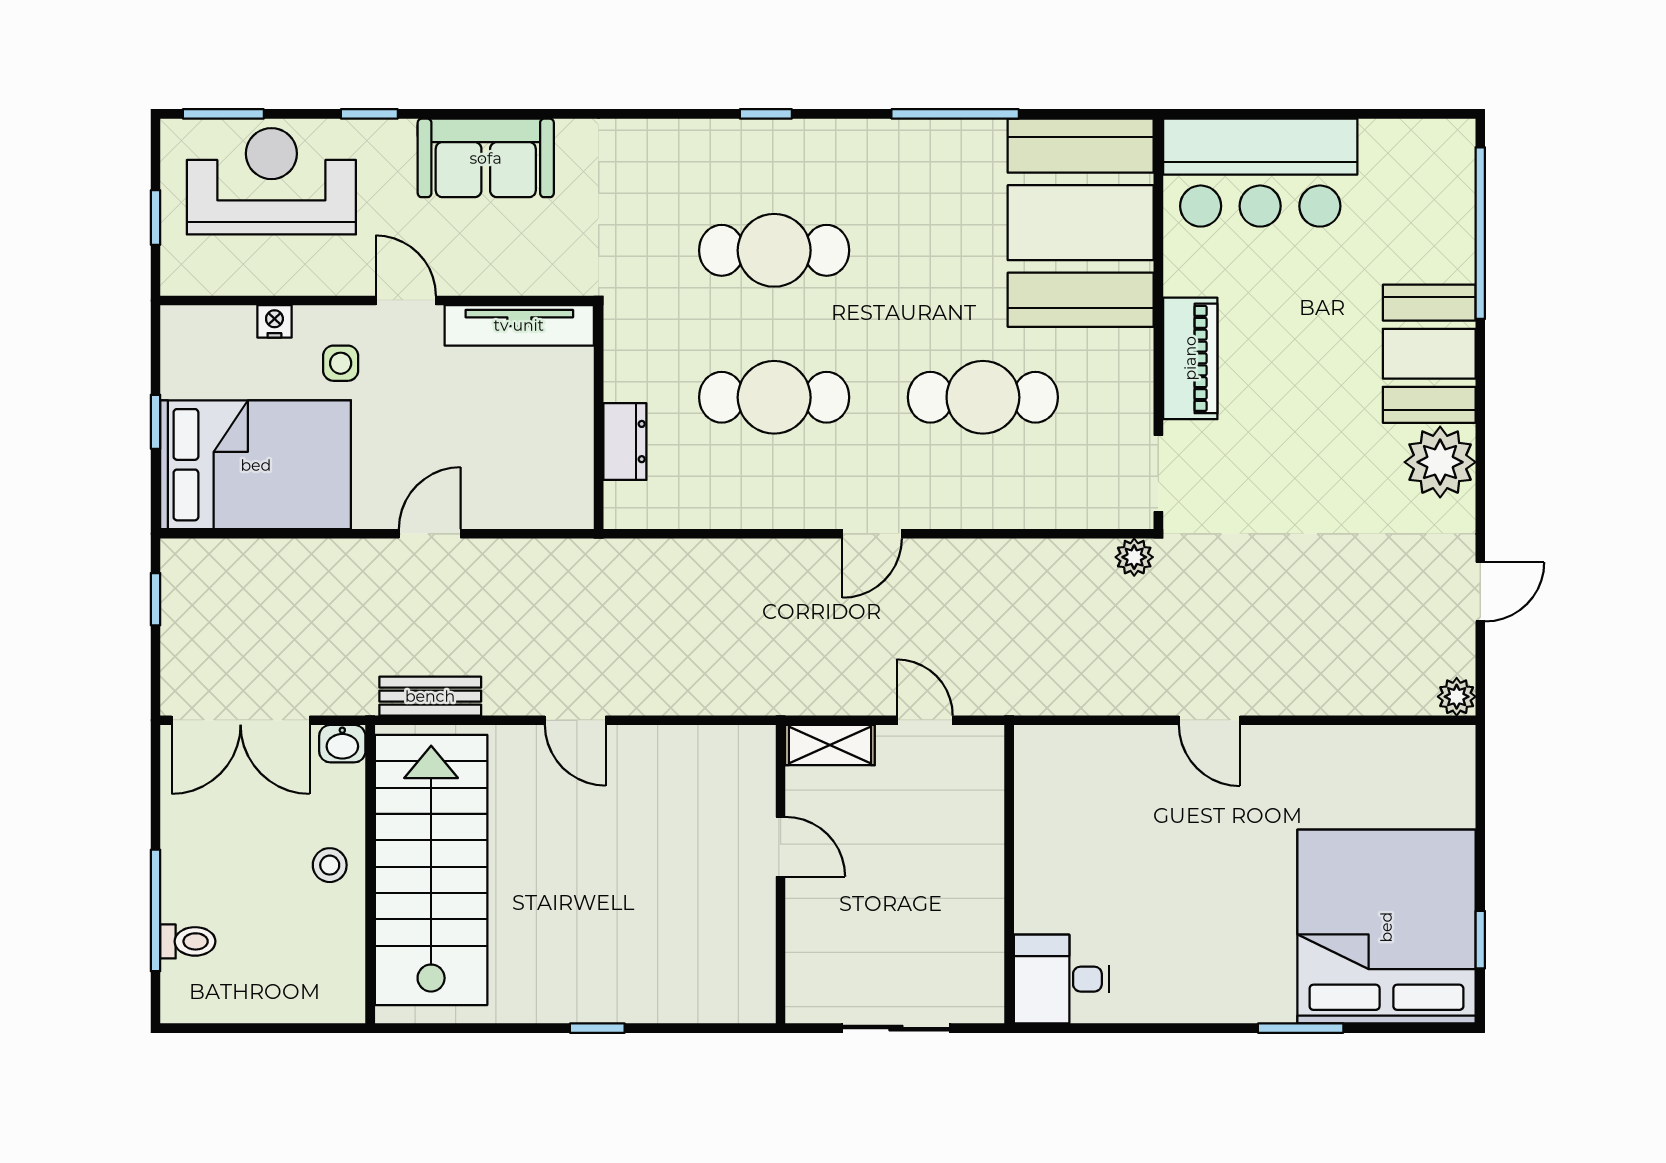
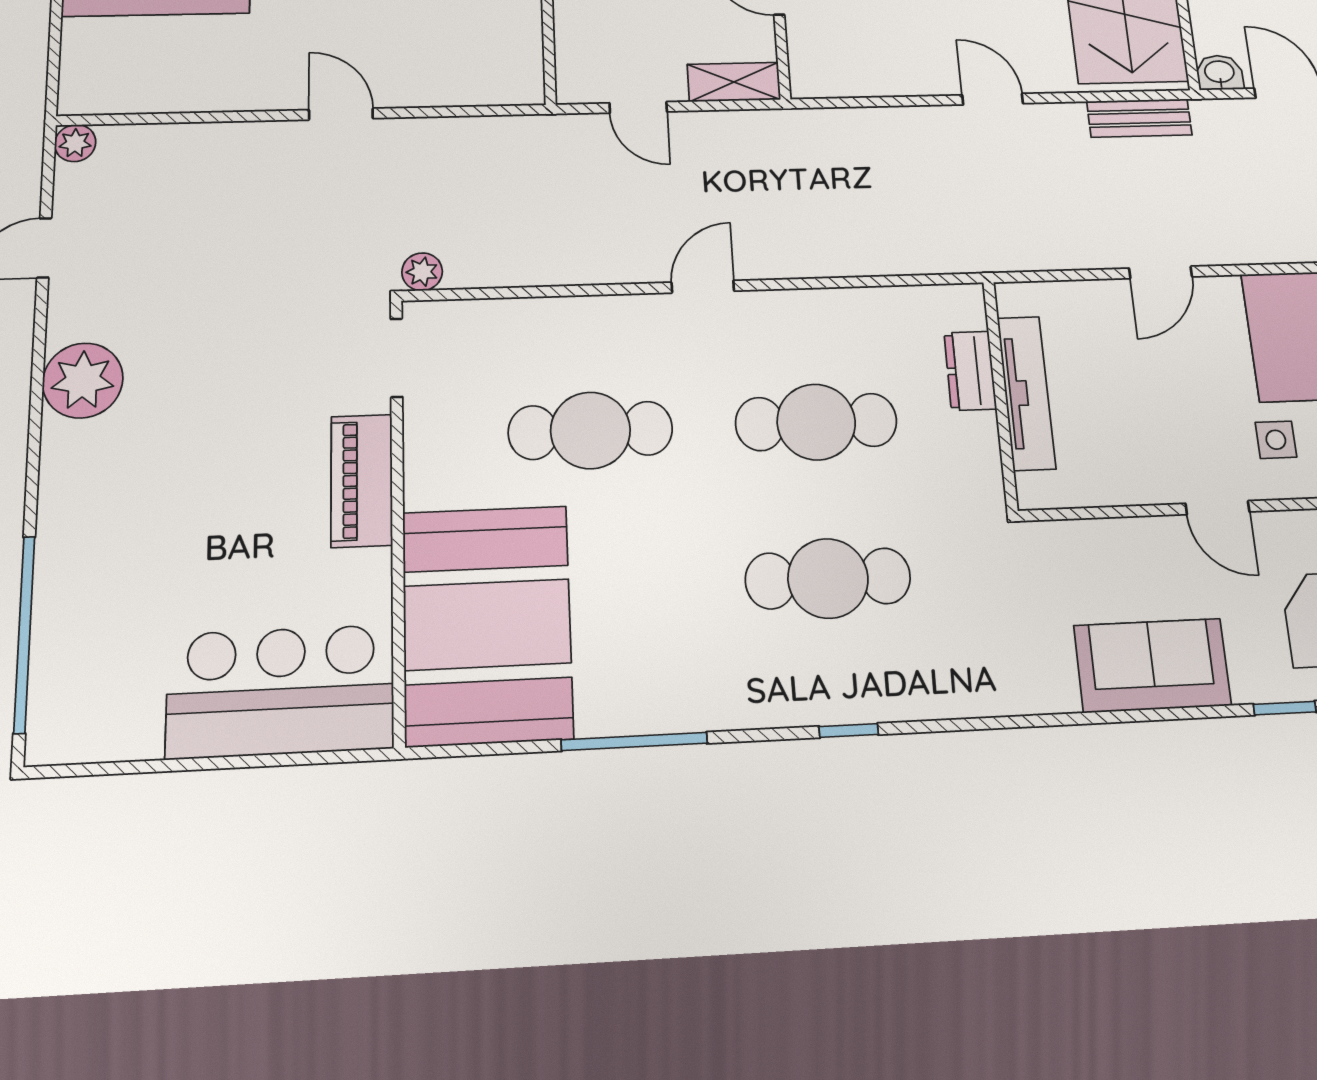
tv unit: (519, 325) -> (1026, 393), moved, turned 90
booth: (1429, 354) -> (90, 496), removed

